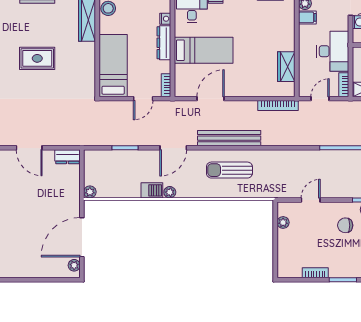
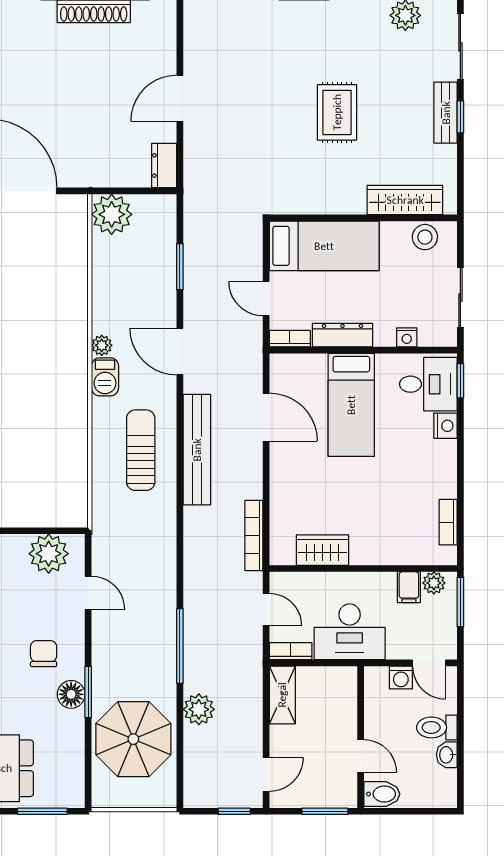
dresser: (164, 43) -> (343, 335), moved
barbecue: (152, 190) -> (105, 377), moved
plant: (90, 192) -> (112, 214), width x1.88, depth x1.88
plant: (283, 222) -> (49, 554), width x1.88, depth x1.88

